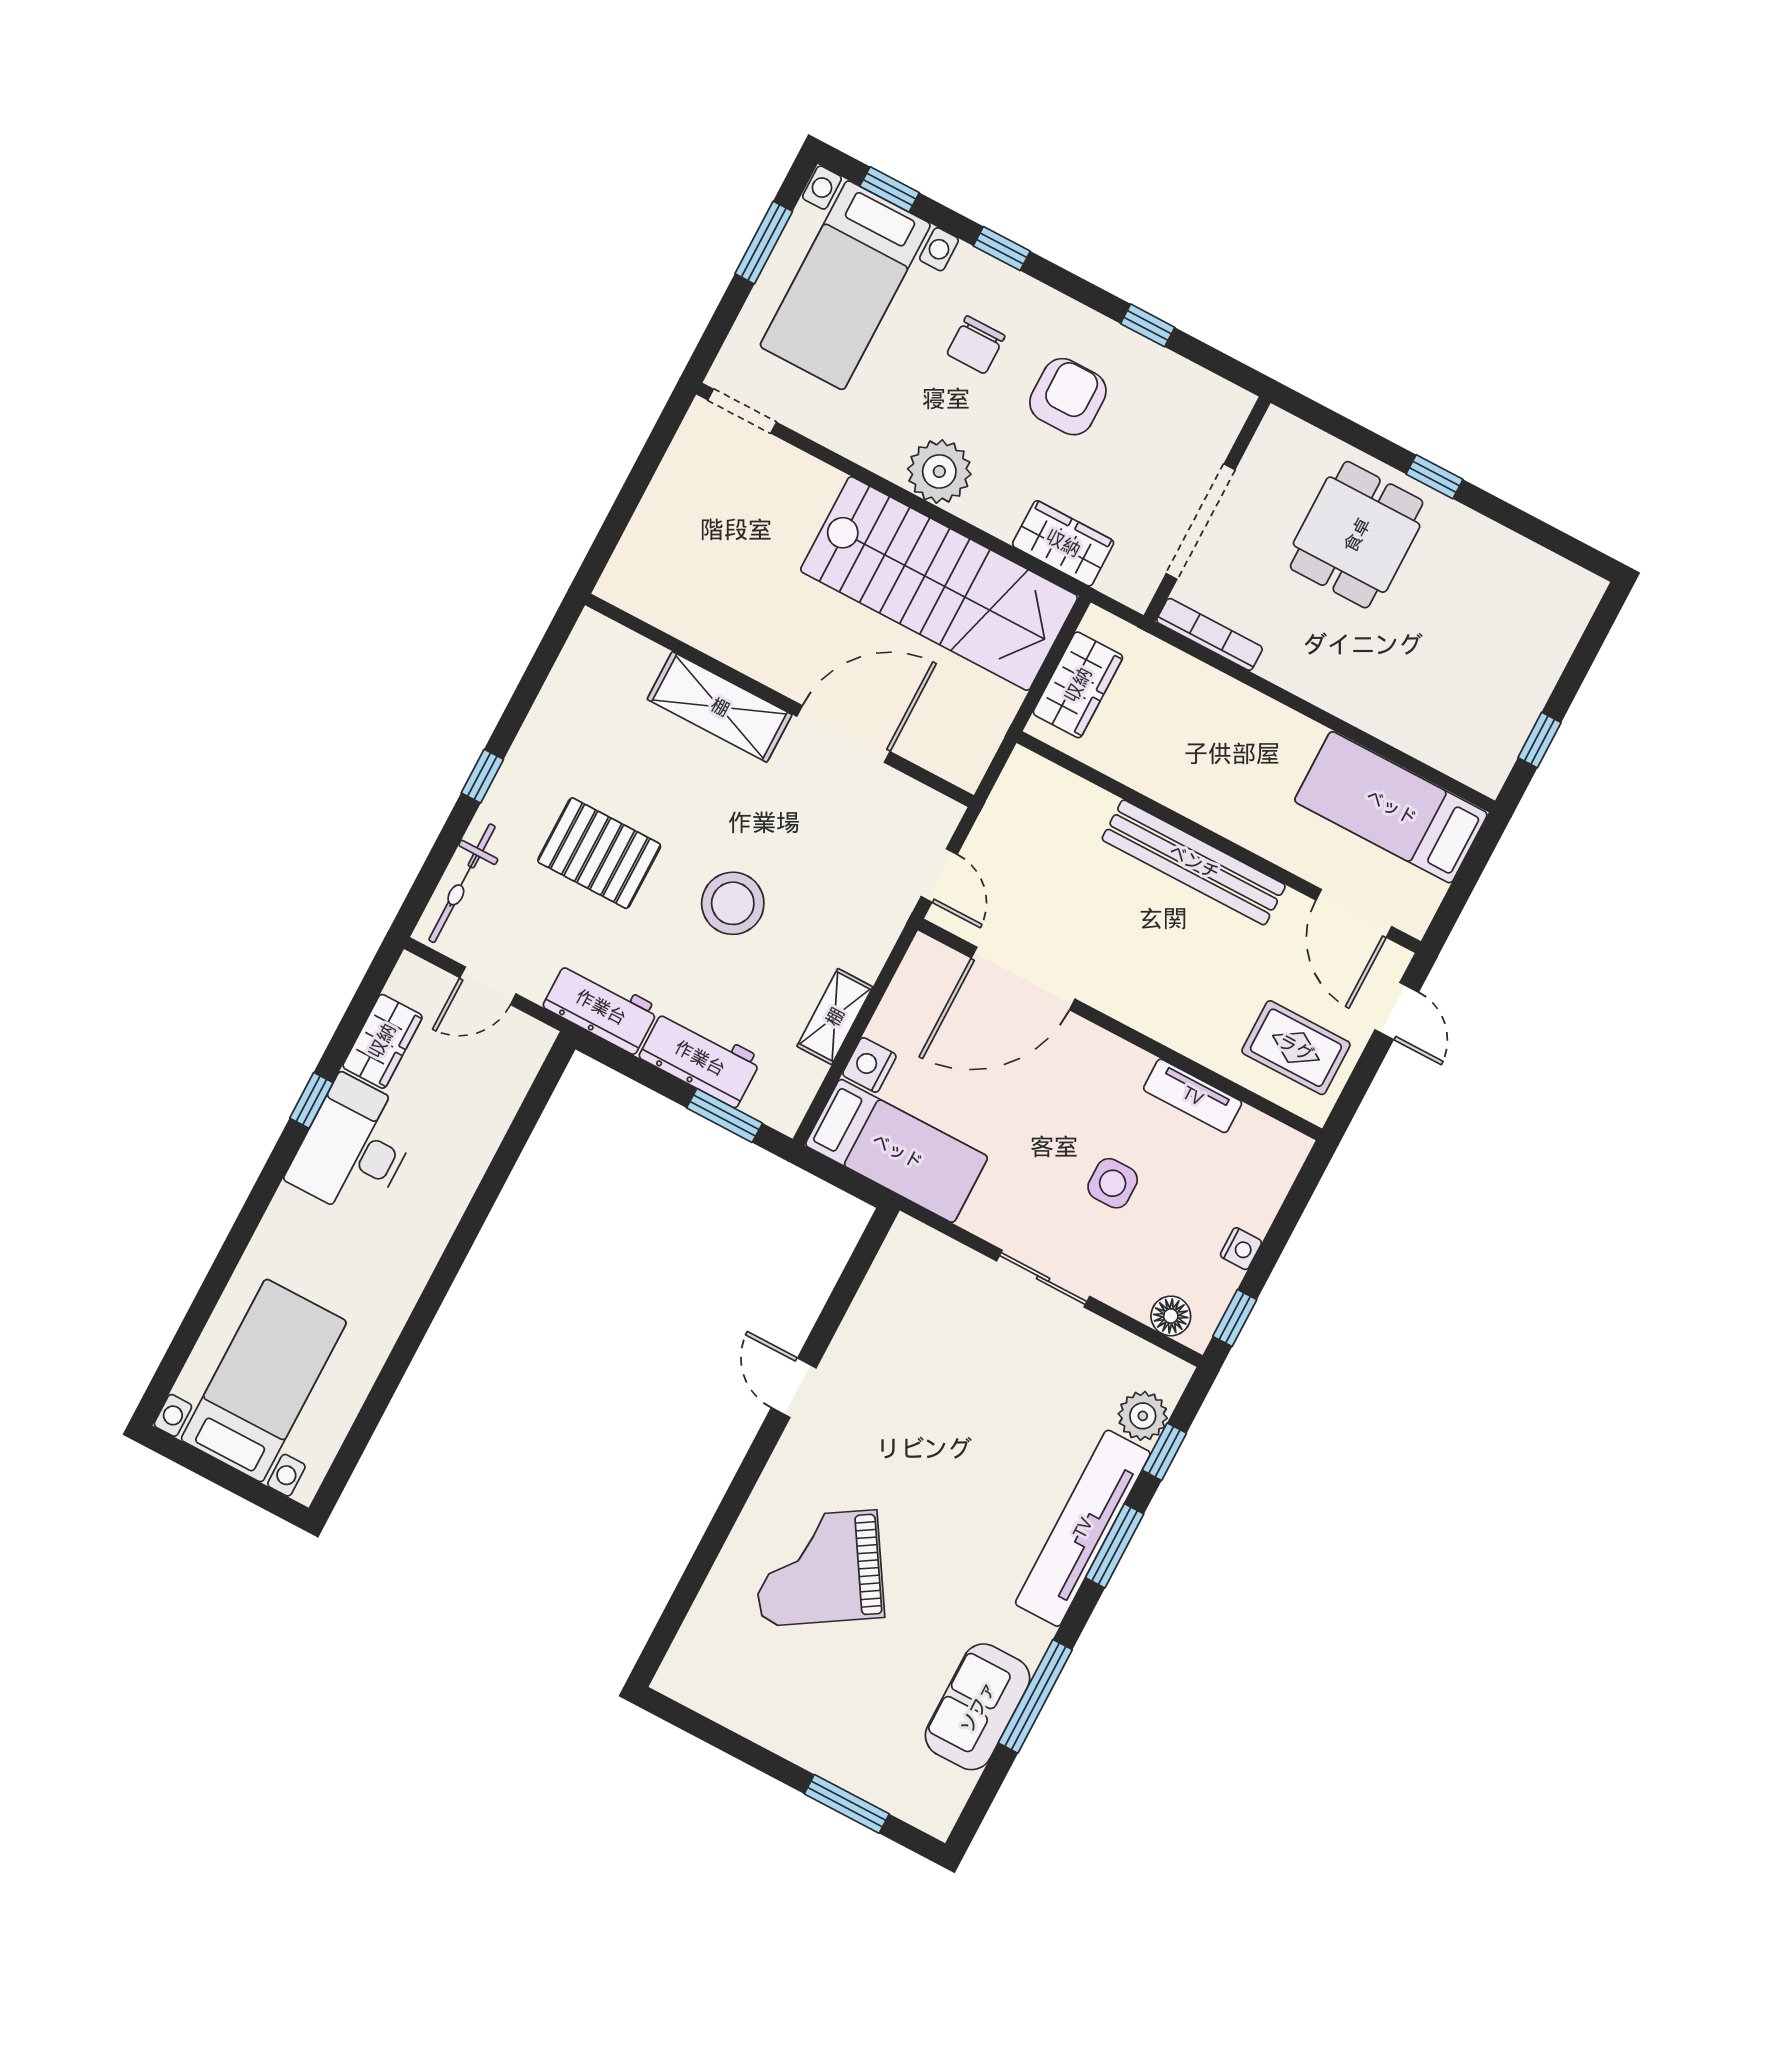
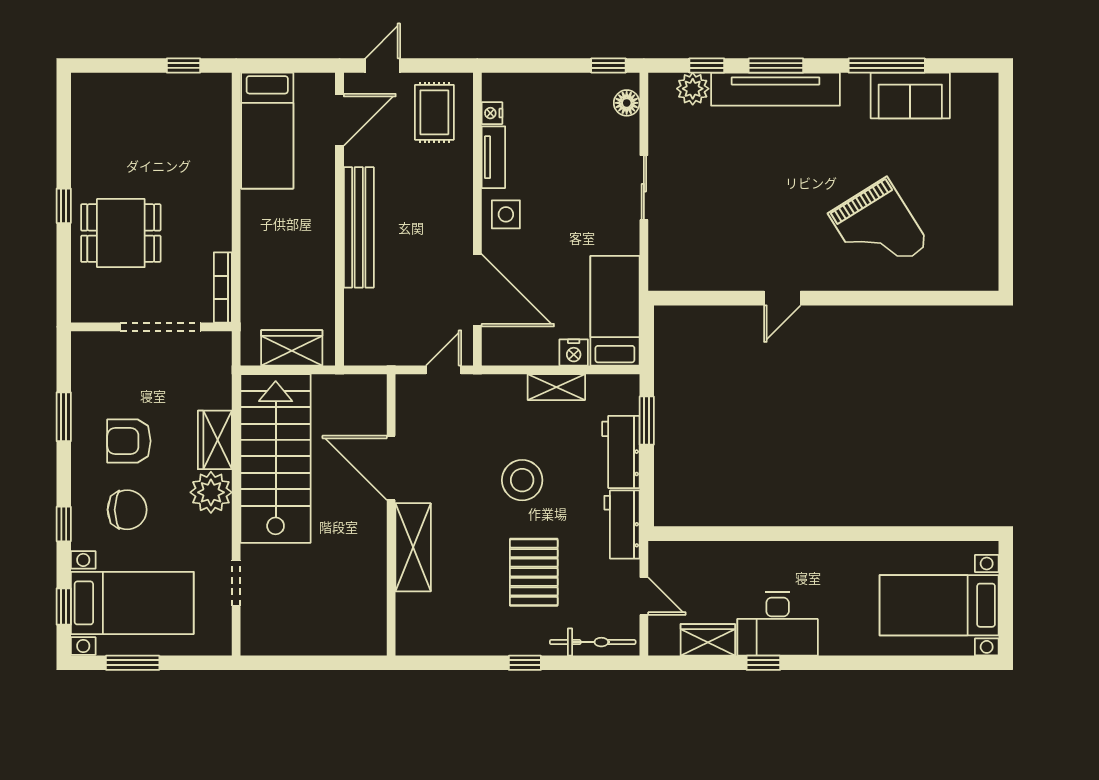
window: (1148, 325) -> (64, 417), width x1.50
chair: (976, 345) -> (127, 510), width x1.37, depth x1.37
doorway: (742, 411) -> (236, 583), moved
wardrobe: (1063, 543) -> (215, 440), moved
side table: (1113, 1183) -> (506, 214), moved
nightstand: (1241, 1249) -> (492, 113), moved, turned -90
window: (847, 1804) -> (1006, 141), removed

